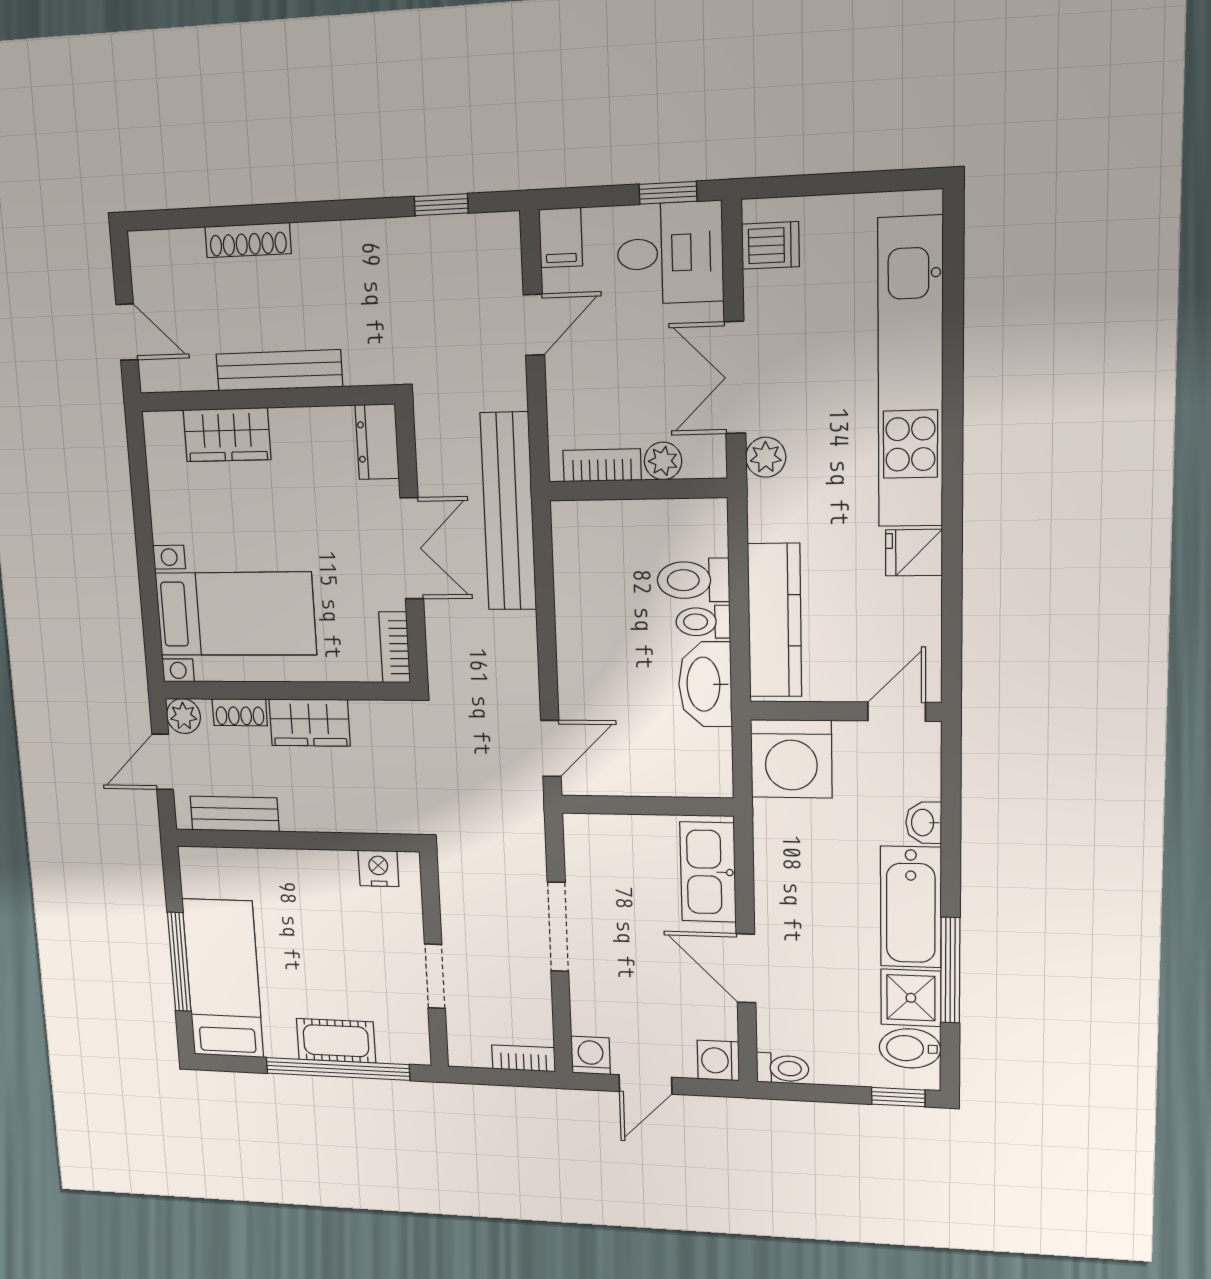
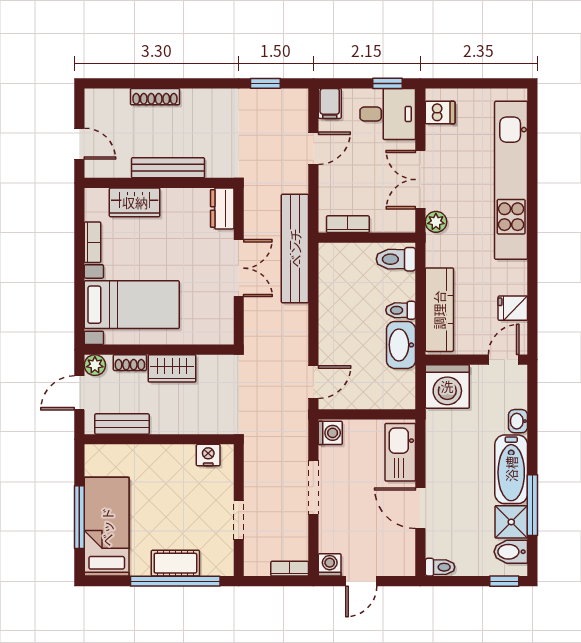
plant: (663, 461) -> (381, 223), removed
fridge: (914, 553) -> (513, 308), moved
toilet: (693, 580) -> (396, 259), moved
bookcase: (395, 647) -> (93, 242), moved, turned 180
washing machine: (718, 1061) -> (330, 433), moved, turned 180

